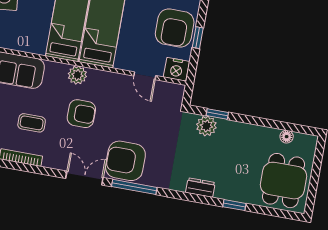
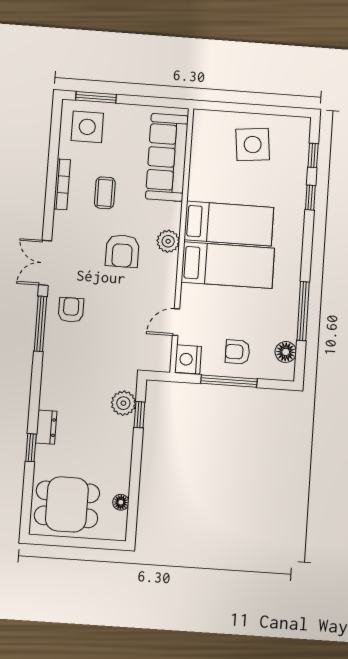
armchair: (175, 28) -> (238, 352), width x0.53, depth x0.53
window: (198, 38) -> (229, 381), width x2.17
armchair: (125, 161) -> (71, 310), width x0.53, depth x0.53
double door: (84, 178) -> (45, 263), swing flipped
dresser: (200, 187) -> (46, 427), moved

